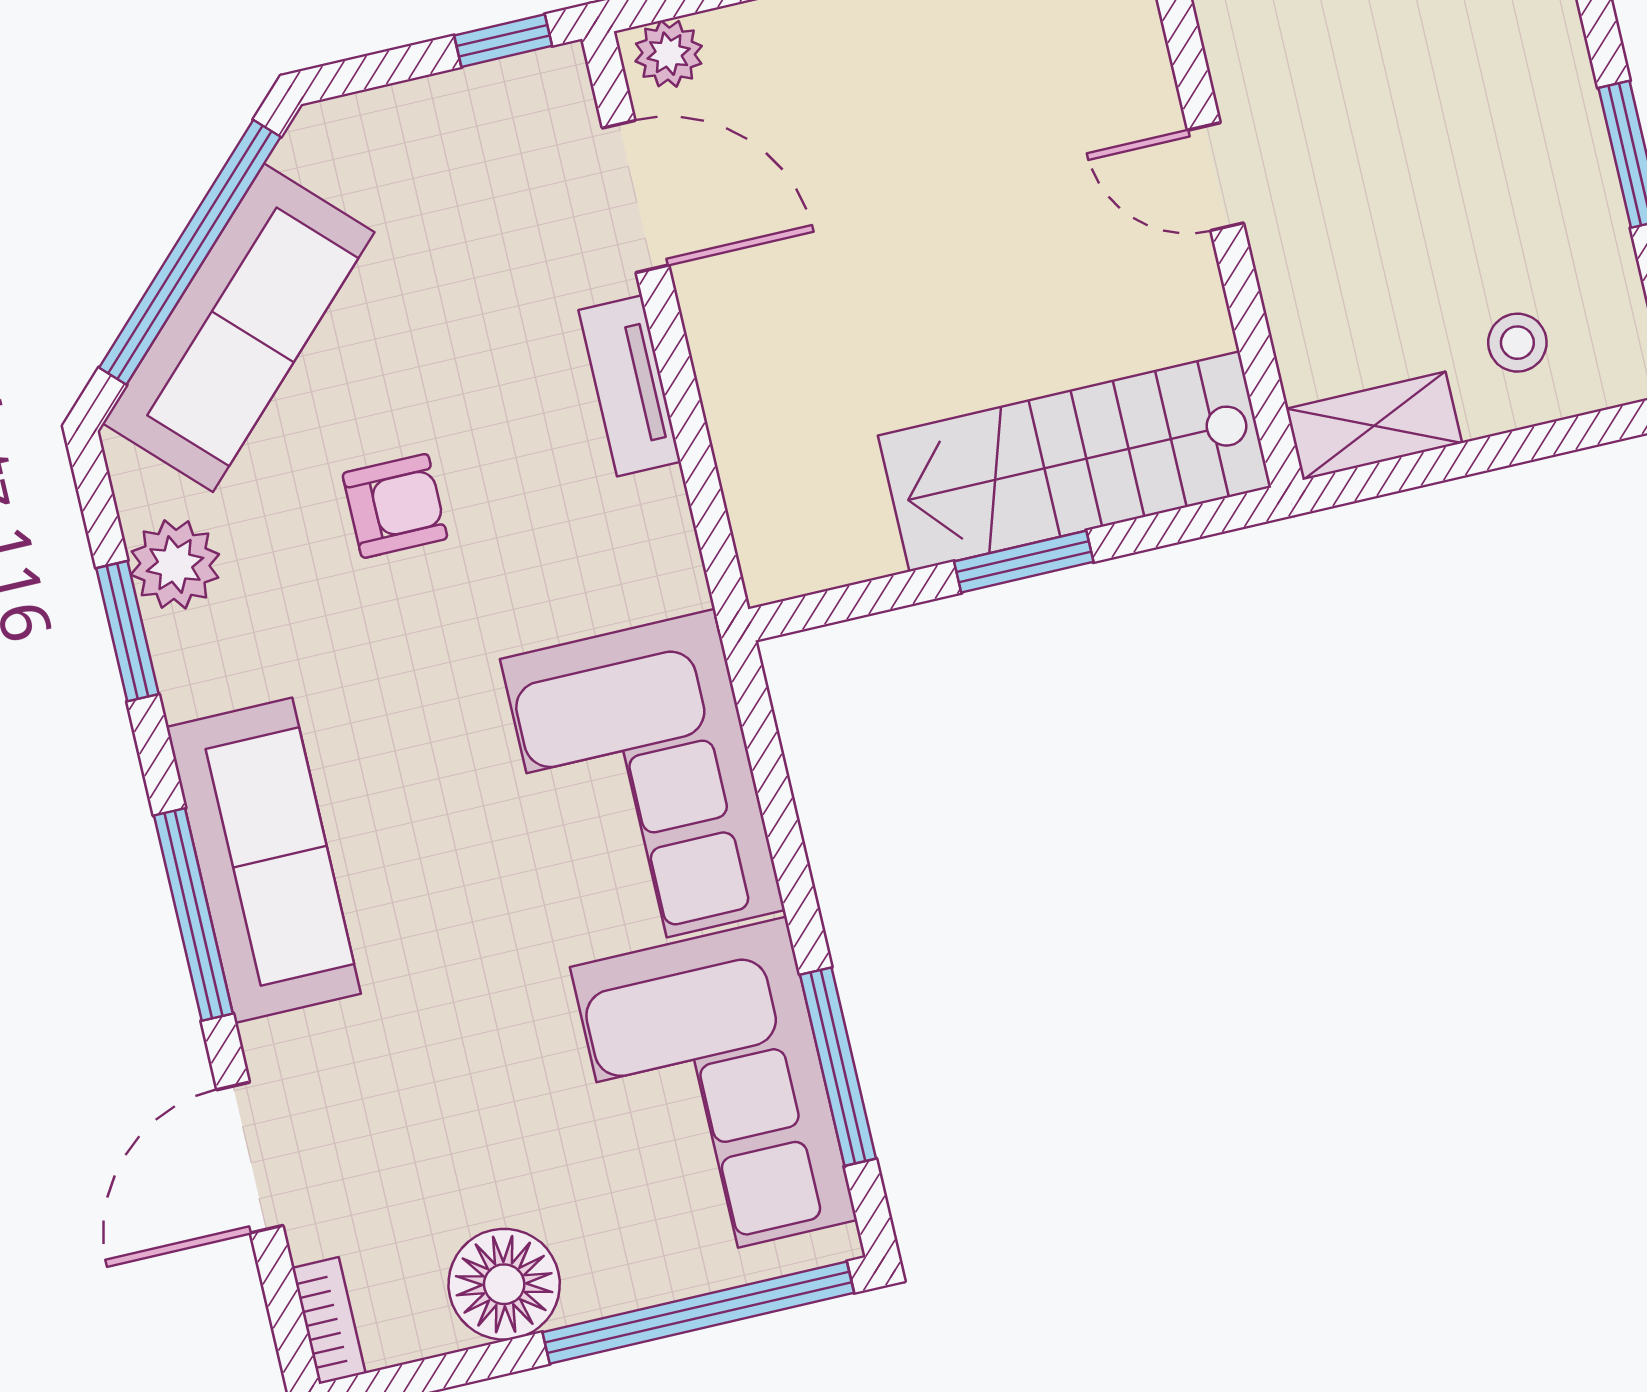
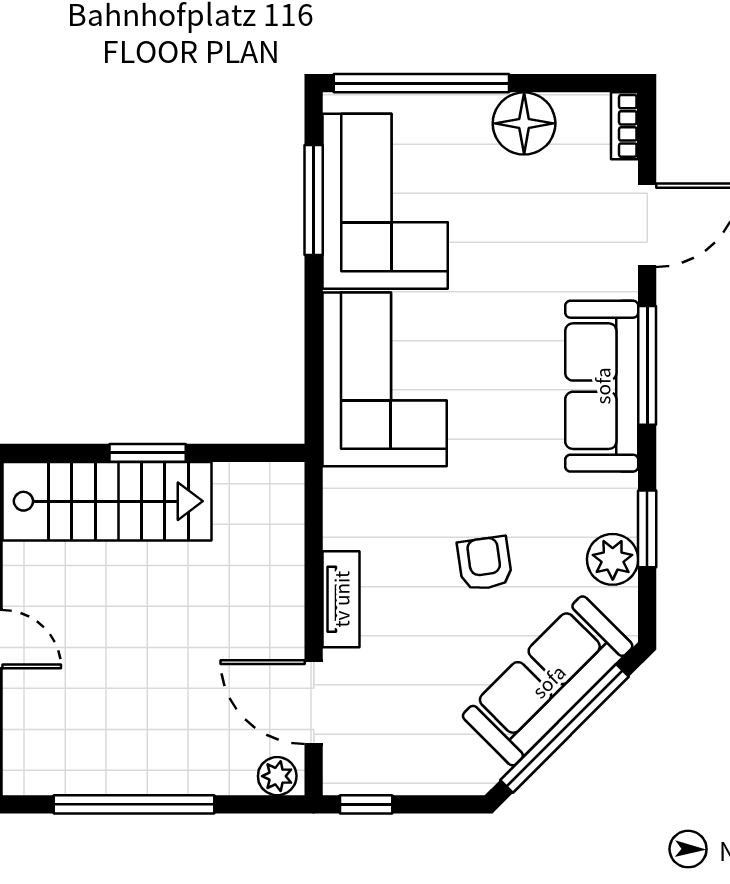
armchair: (395, 506) -> (485, 563), turned 82

